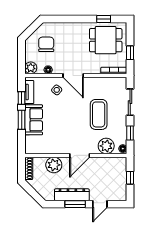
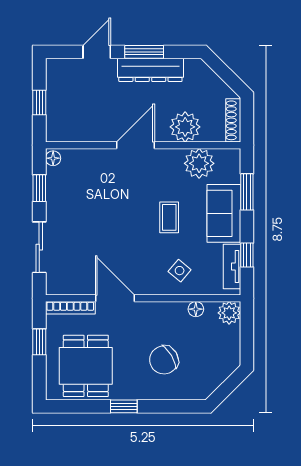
window: (104, 19) -> (124, 406), moved
dining table: (106, 40) -> (86, 366), turned 90
chair: (46, 44) -> (164, 360), moved, turned 59
door: (73, 75) -> (115, 298), moved
coffee table: (99, 114) -> (169, 217), moved, width x0.54, depth x0.58
window: (22, 120) -> (247, 192), moved
plant: (106, 146) -> (199, 163), moved

